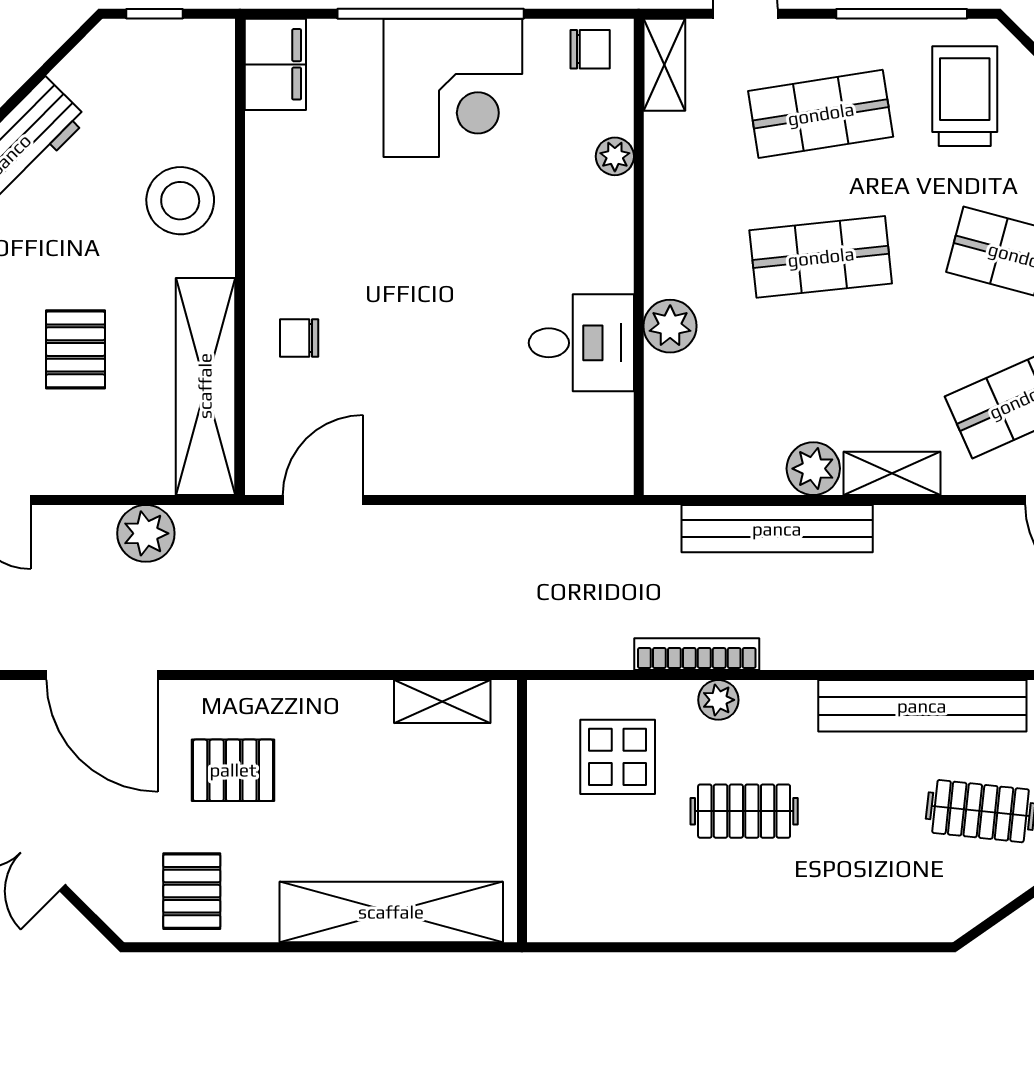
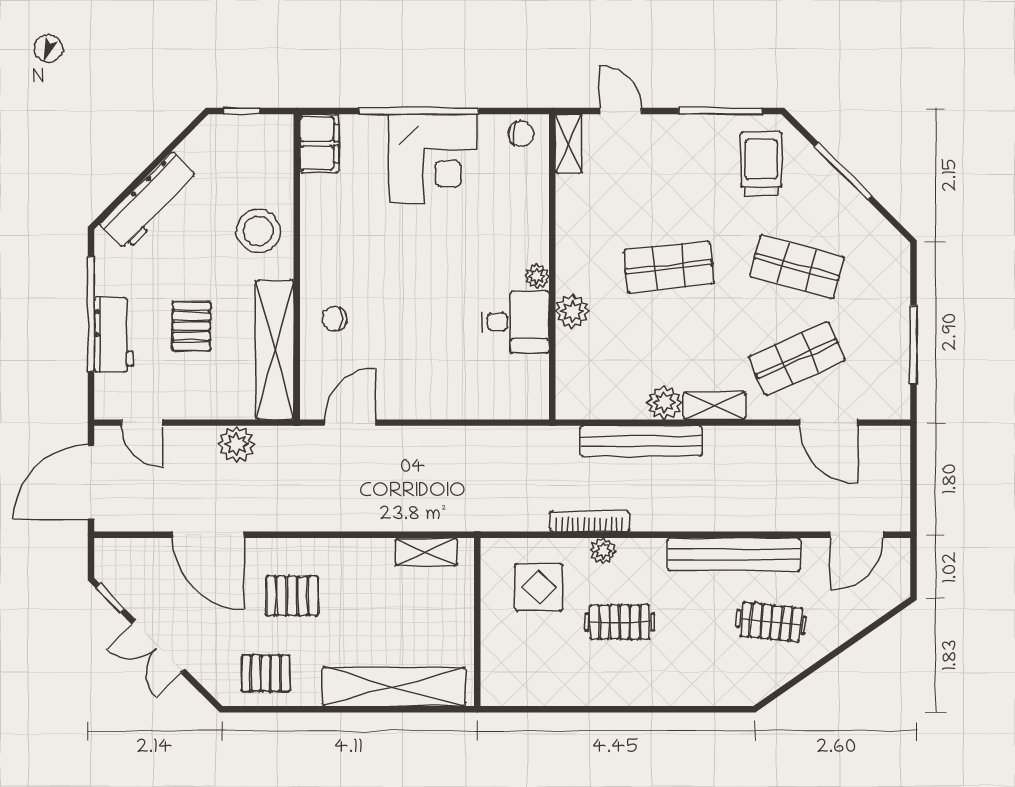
shop shelf: (821, 114) -> (669, 175), removed
plant: (615, 156) -> (537, 276), moved
pallet: (192, 891) -> (266, 673), turned 90

